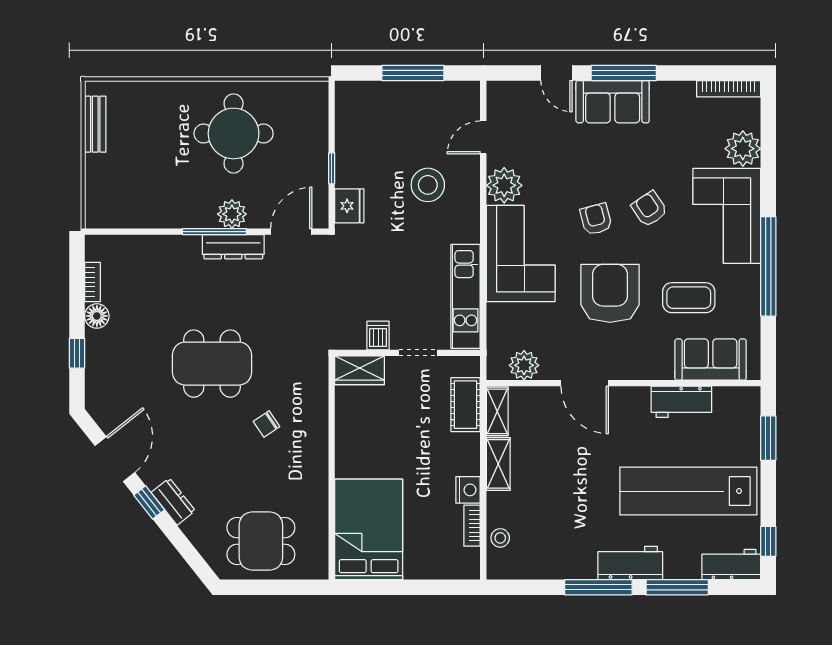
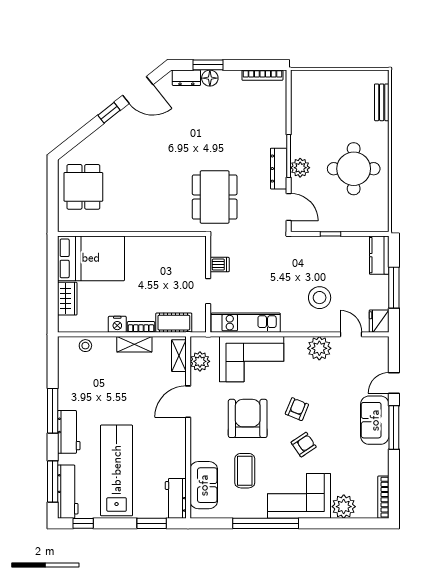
kitchen counter: (364, 95) -> (379, 255), added
bench: (95, 124) -> (382, 102), moved, turned 90
fridge: (349, 206) -> (379, 321), moved, turned 90
armchair: (596, 219) -> (297, 409), turned -53
corner sofa: (521, 253) -> (252, 359), moved
bookcase: (92, 282) -> (262, 75), width x1.56
armchair: (610, 293) -> (248, 418), turned -90
floor lamp: (97, 316) -> (210, 78), moved
window: (77, 353) -> (208, 65), width x1.50
dining table: (212, 364) -> (215, 197), moved
wardrobe: (360, 370) -> (67, 299), moved, turned 180
workbench: (681, 402) -> (176, 498), moved
shelving: (497, 411) -> (179, 356), moved, turned 90
chair: (267, 424) -> (161, 191), removed
dresser: (173, 502) -> (186, 78), moved, turned 38
bookcase: (472, 526) -> (141, 327), moved
workbench: (731, 565) -> (68, 492), width x1.38
window: (677, 587) -> (53, 482), moved

